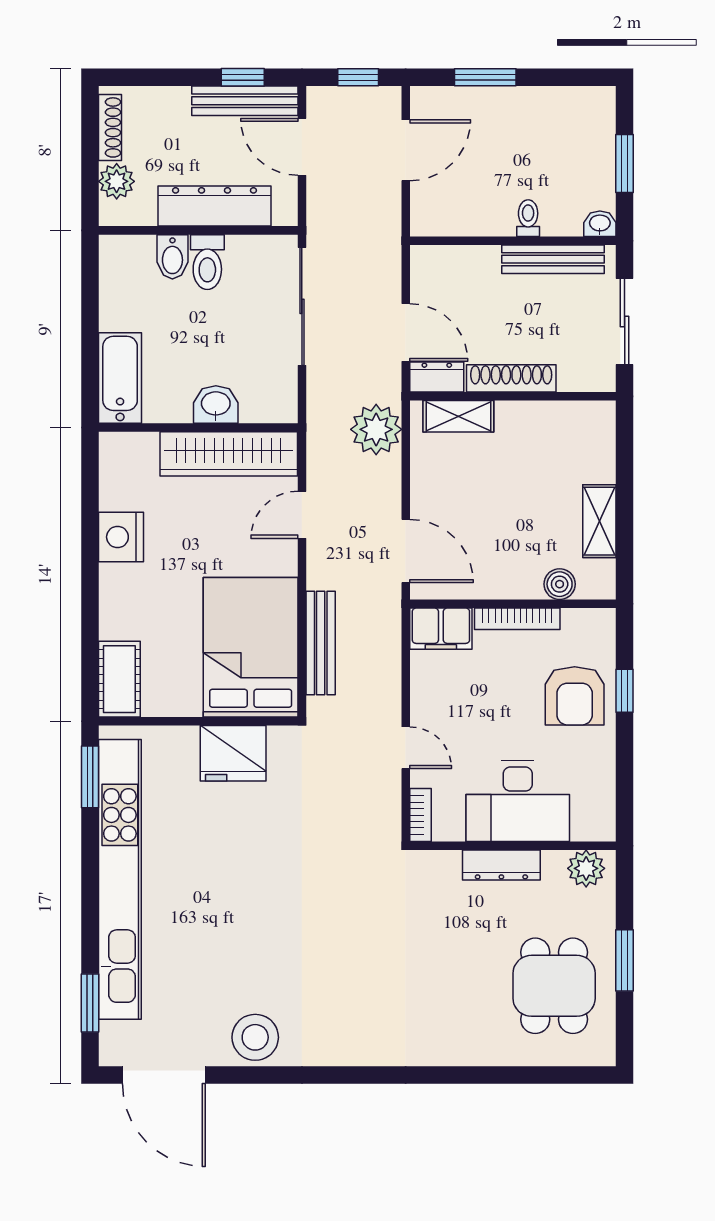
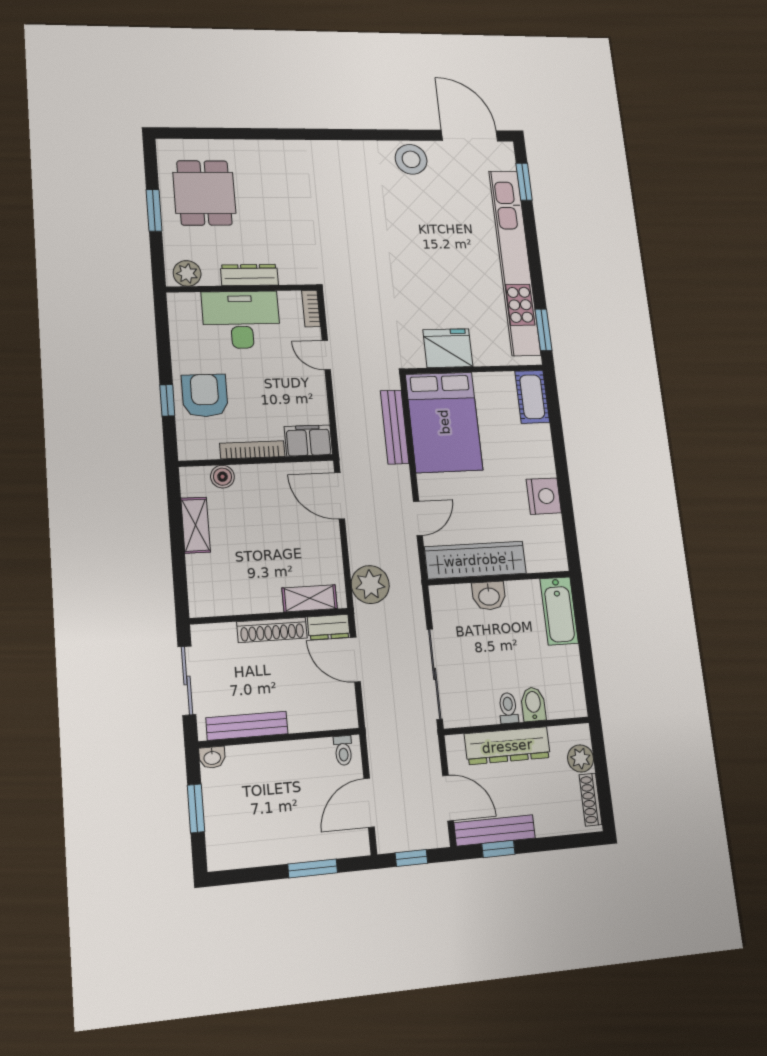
toilet: (528, 218) -> (343, 750), moved
toilet: (207, 262) -> (508, 708), width x0.73, depth x0.72

